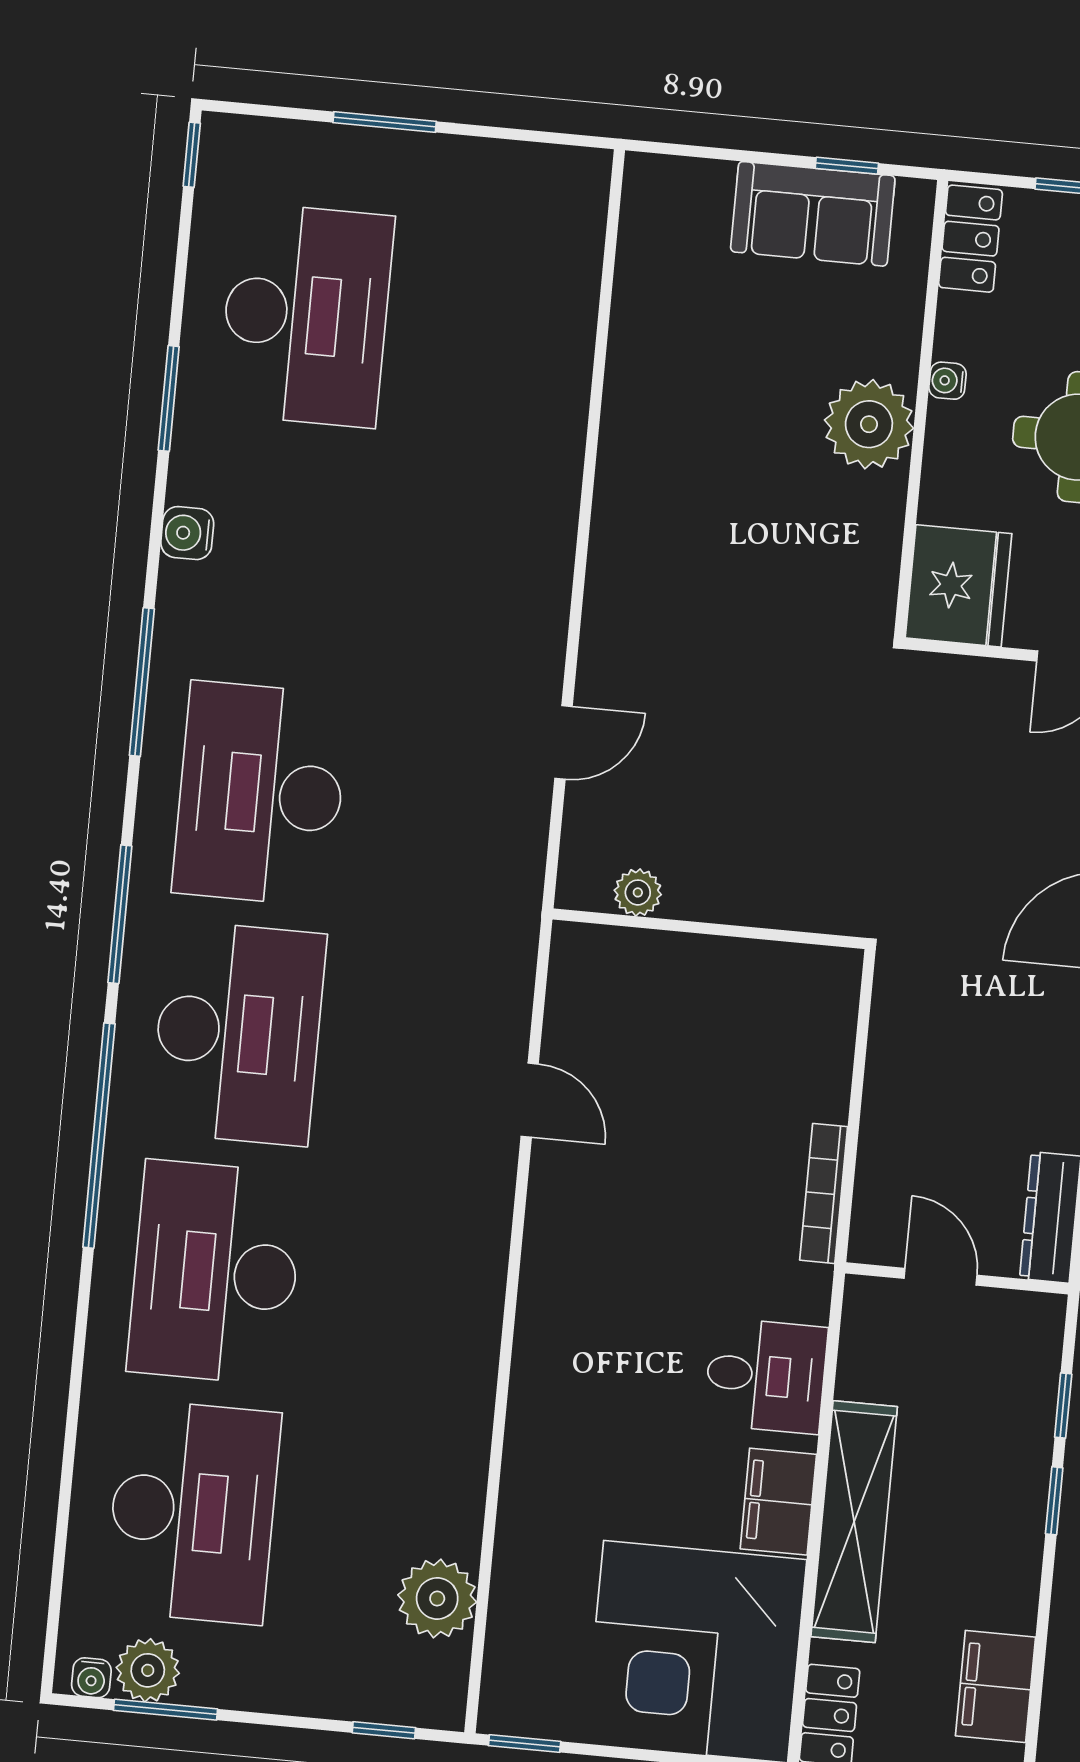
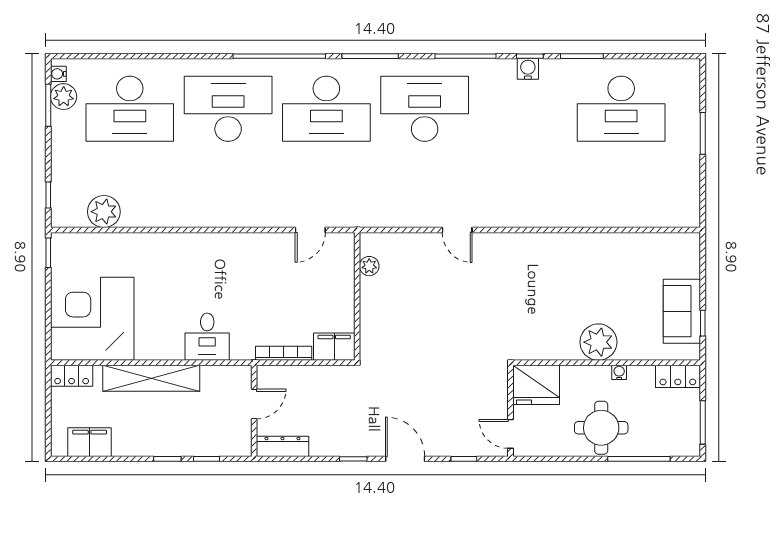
window: (192, 155) -> (530, 56), moved
plant: (638, 892) -> (369, 266), moved
wall: (709, 929) -> (357, 296), moved
filing cabinet: (778, 1502) -> (334, 347), moved

